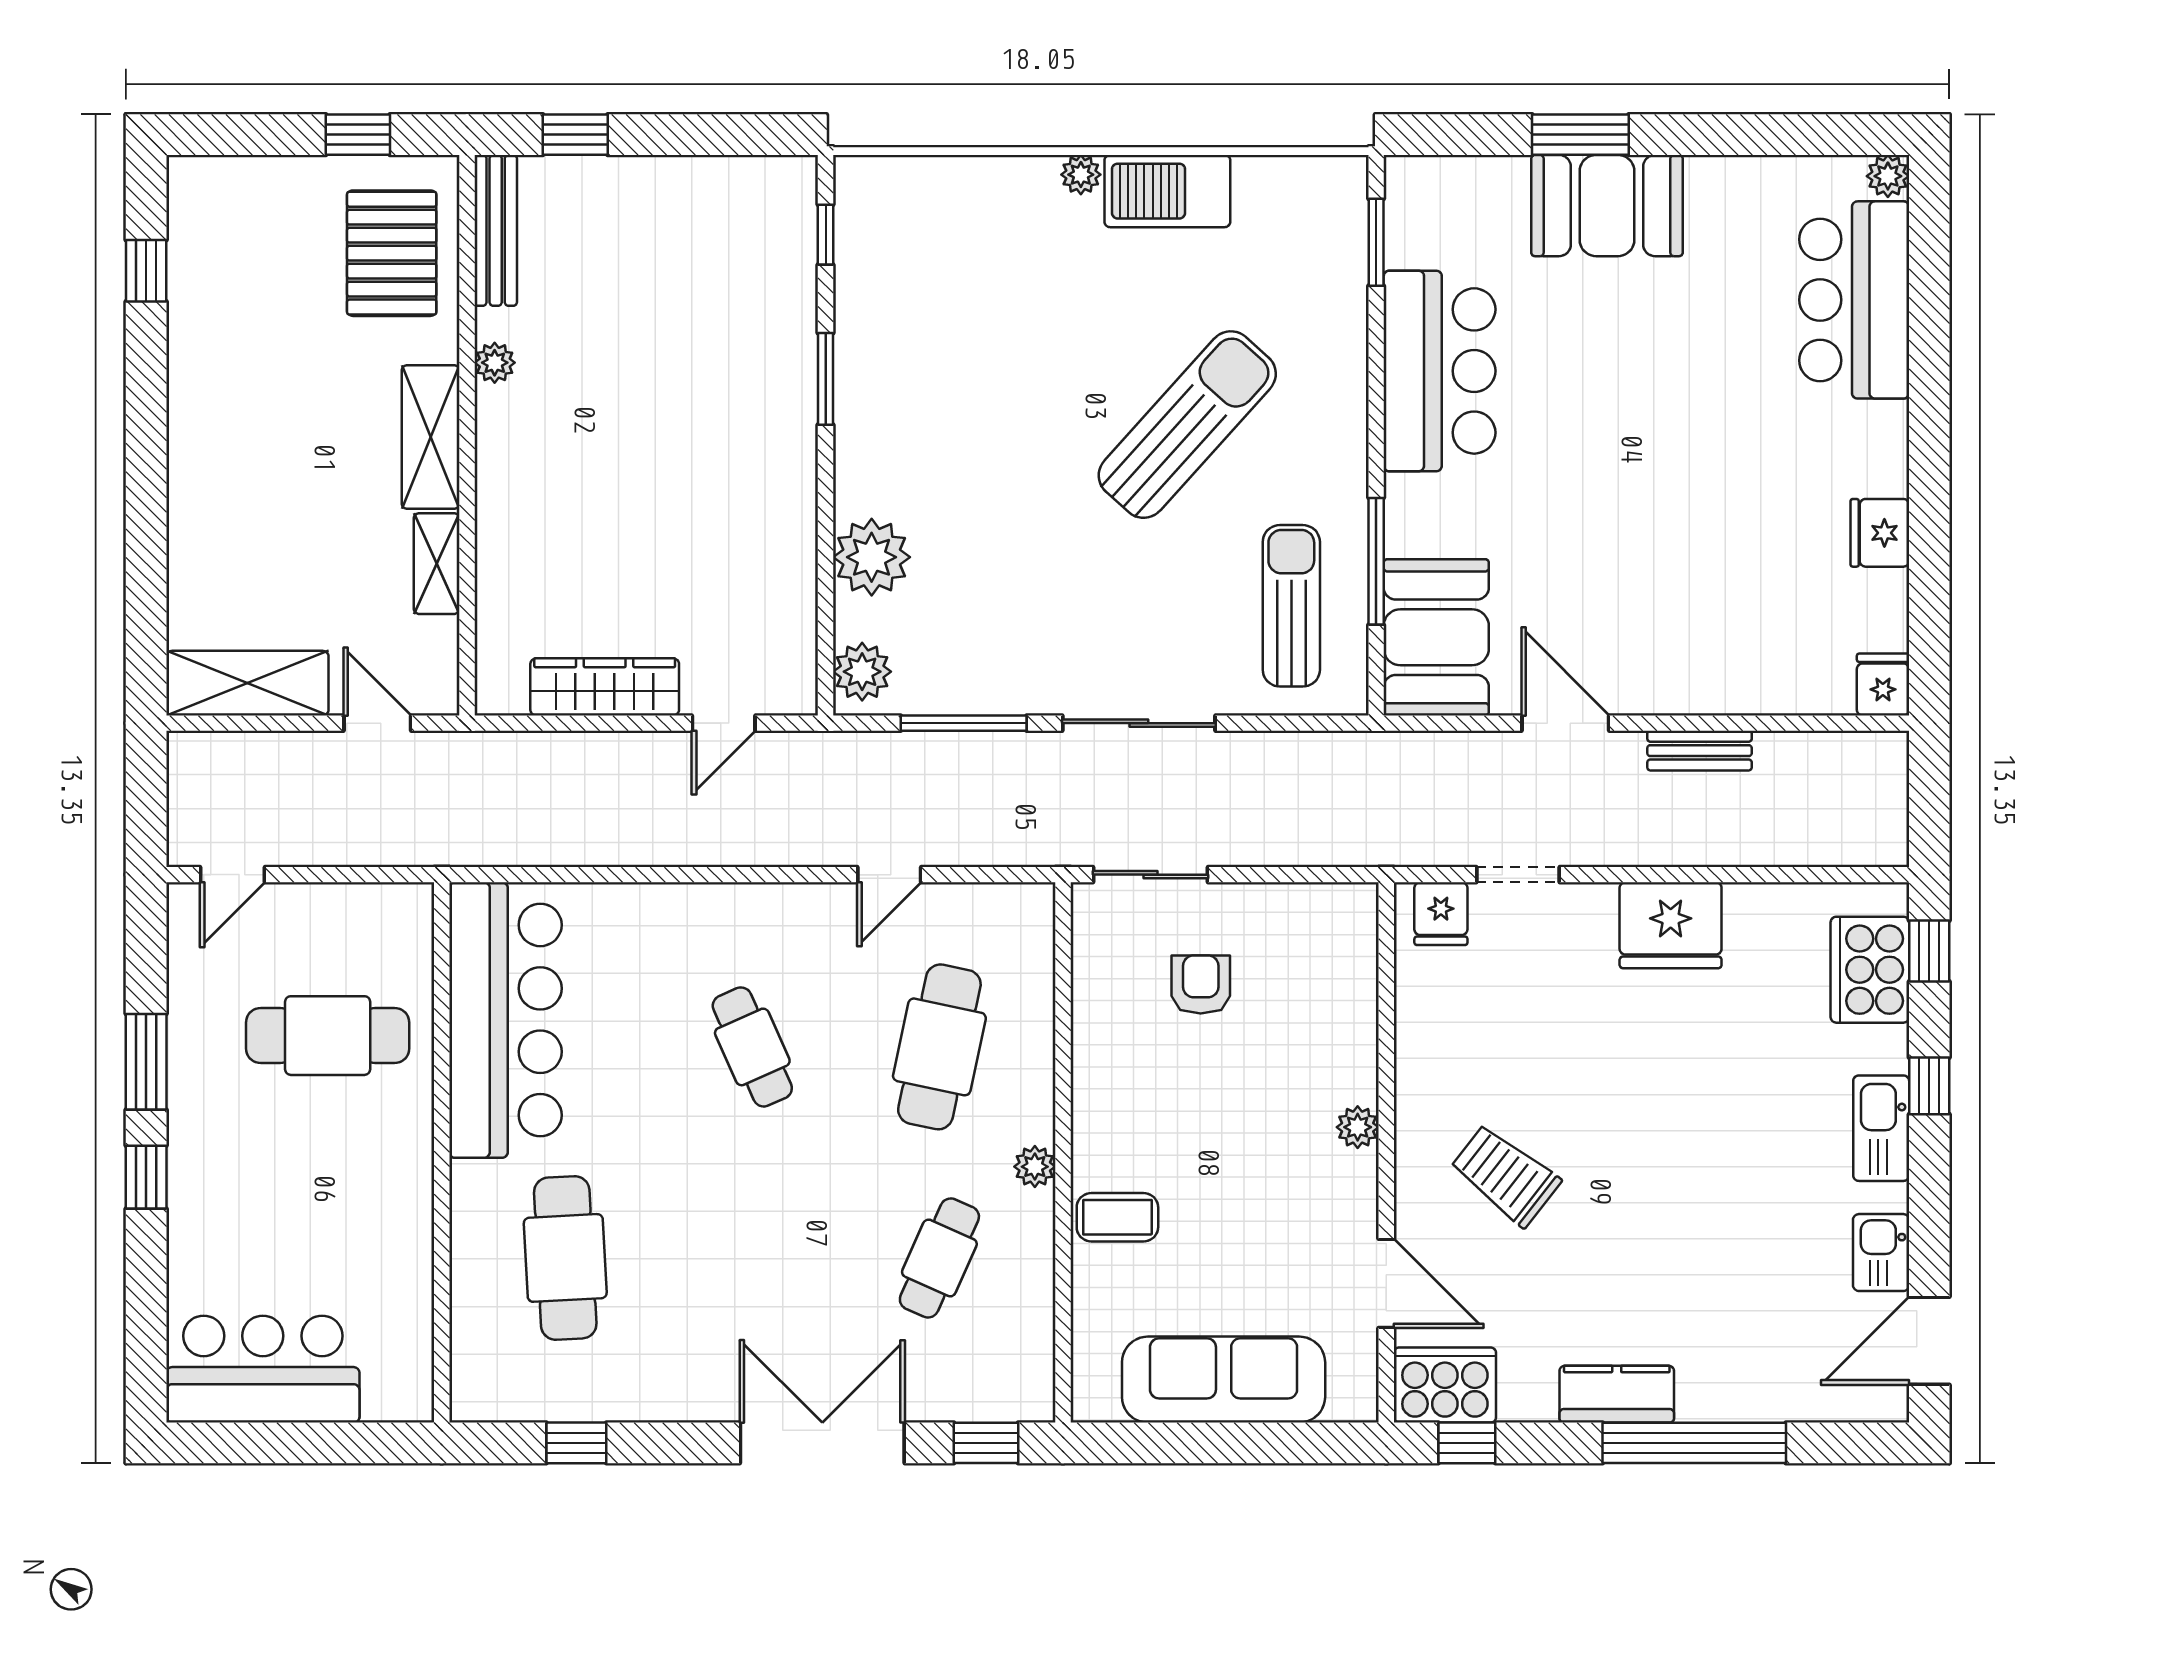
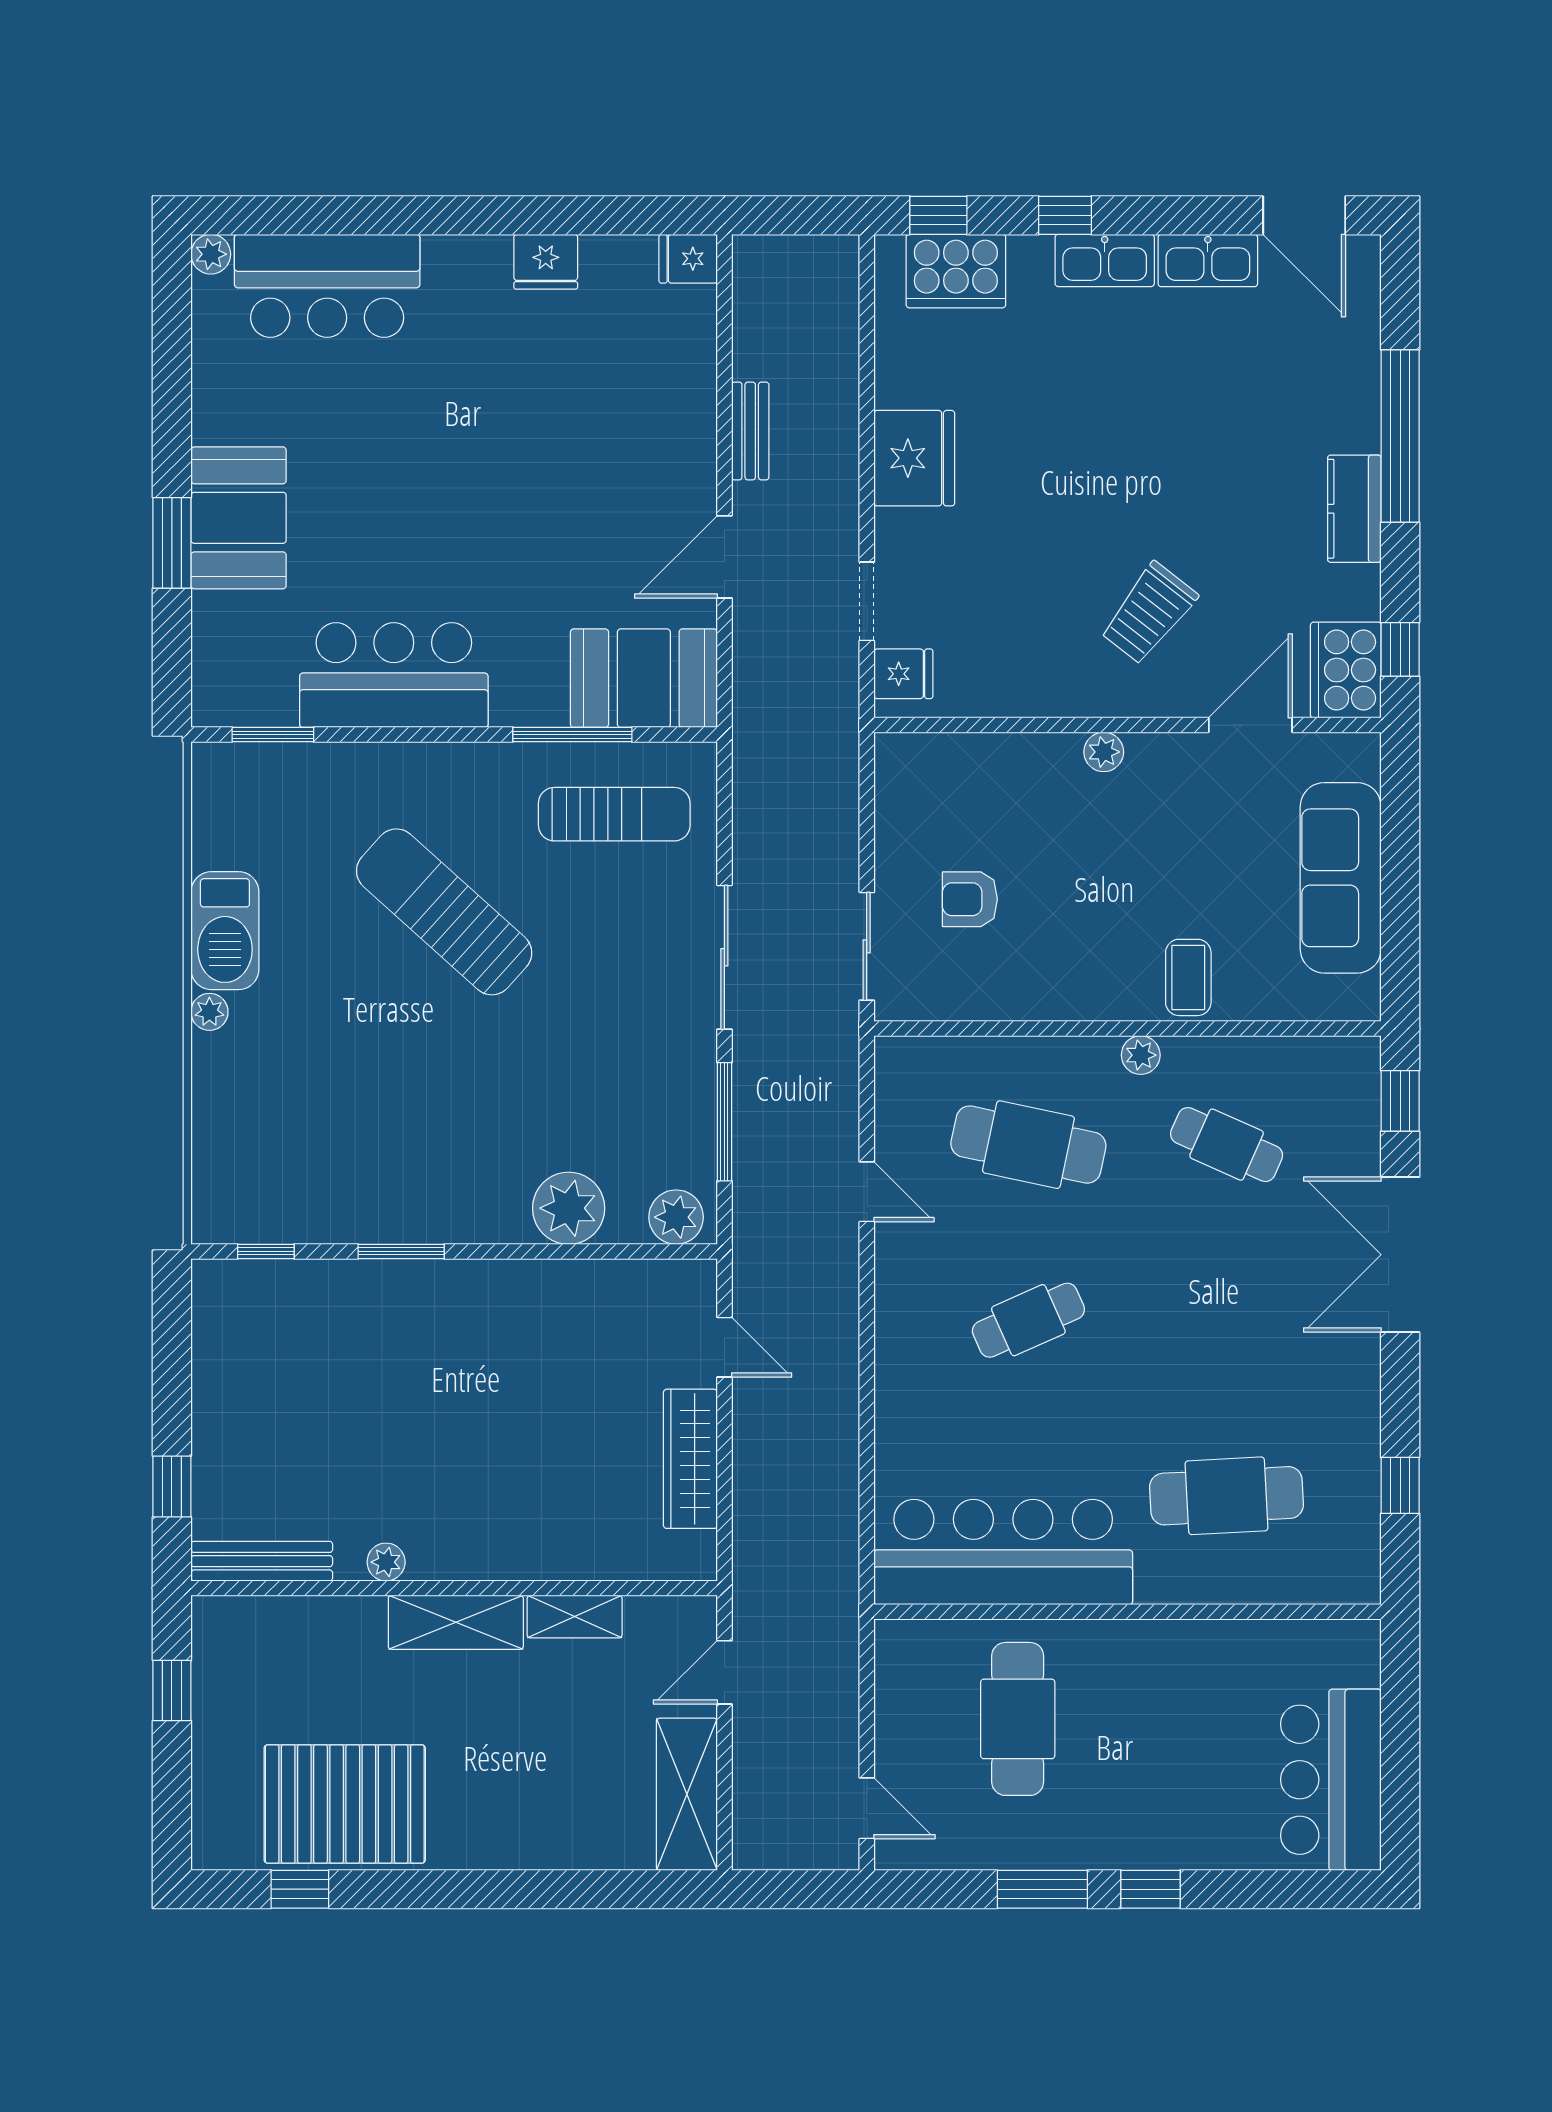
pallet: (392, 253) -> (345, 1804), moved, width x1.37, depth x1.41
sun lounger: (1291, 606) -> (614, 814), turned 180
kitchen sink: (1881, 1253) -> (1208, 261), width x1.38

